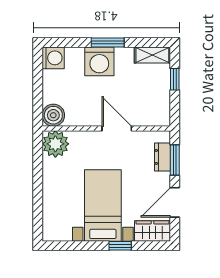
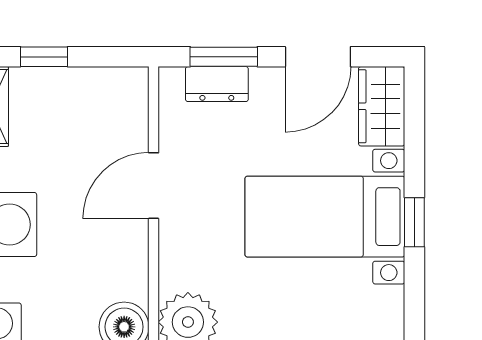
door: (175, 202) -> (318, 57), hinge flipped
window: (120, 246) -> (414, 222), moved

